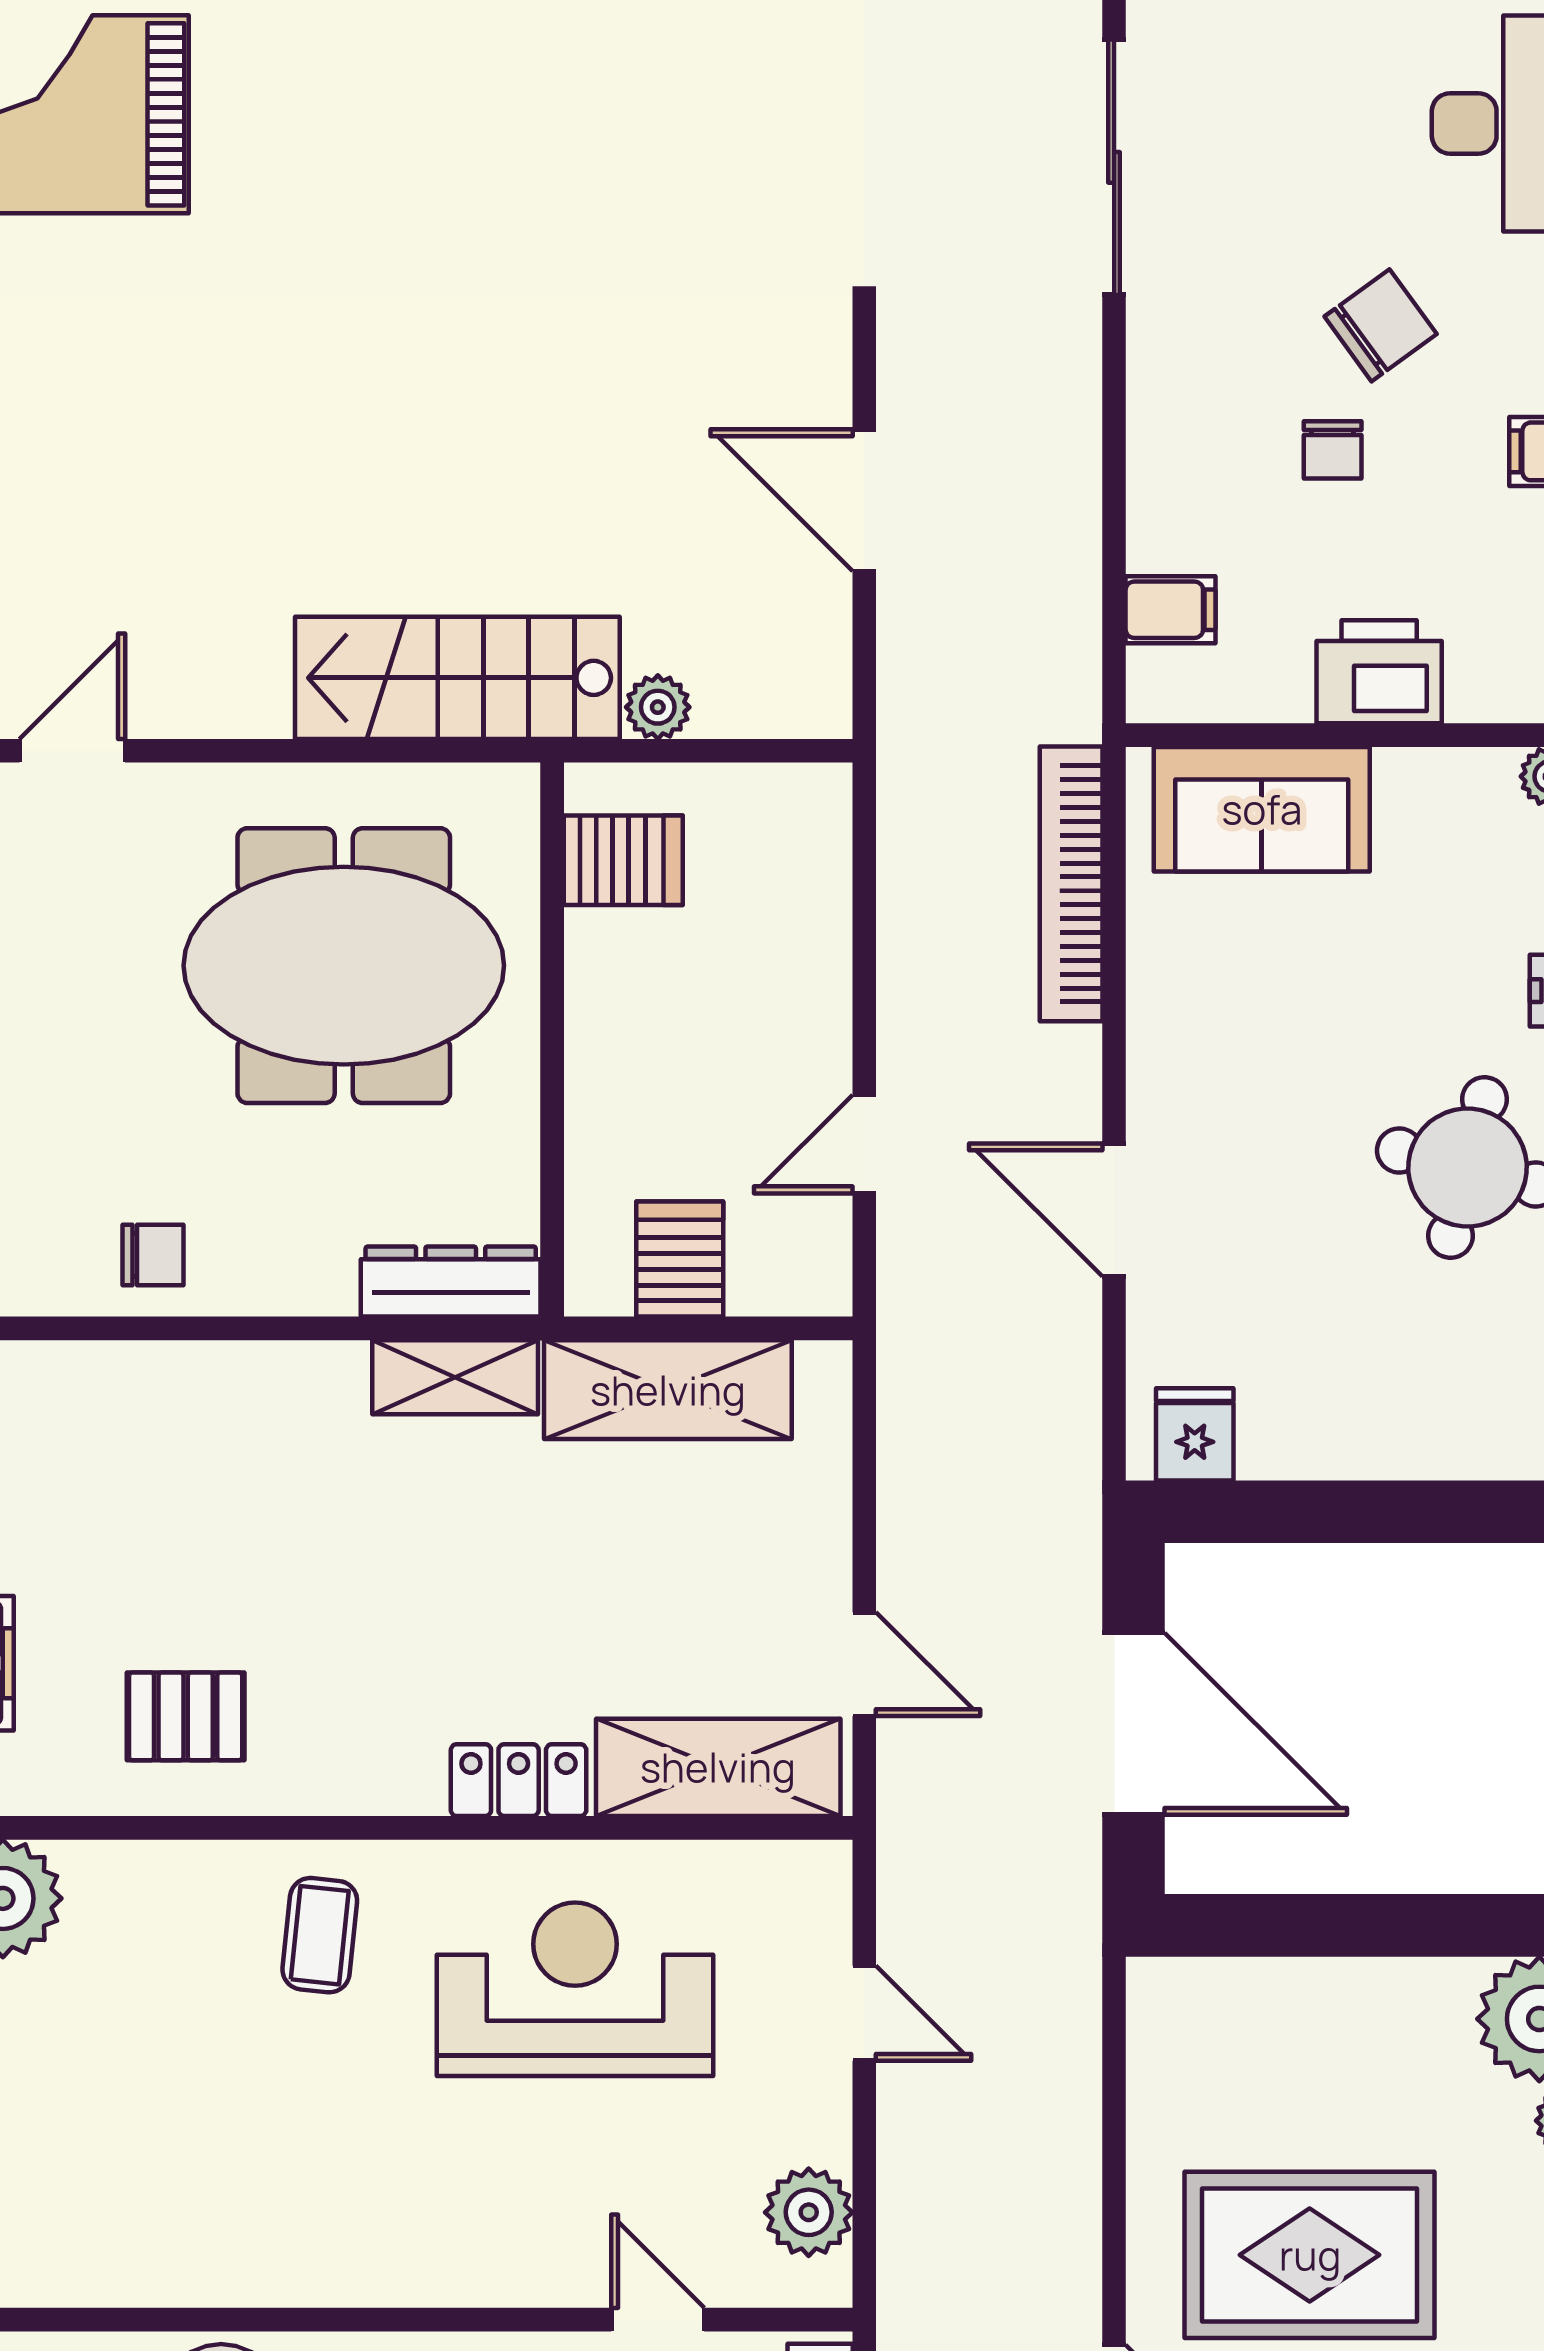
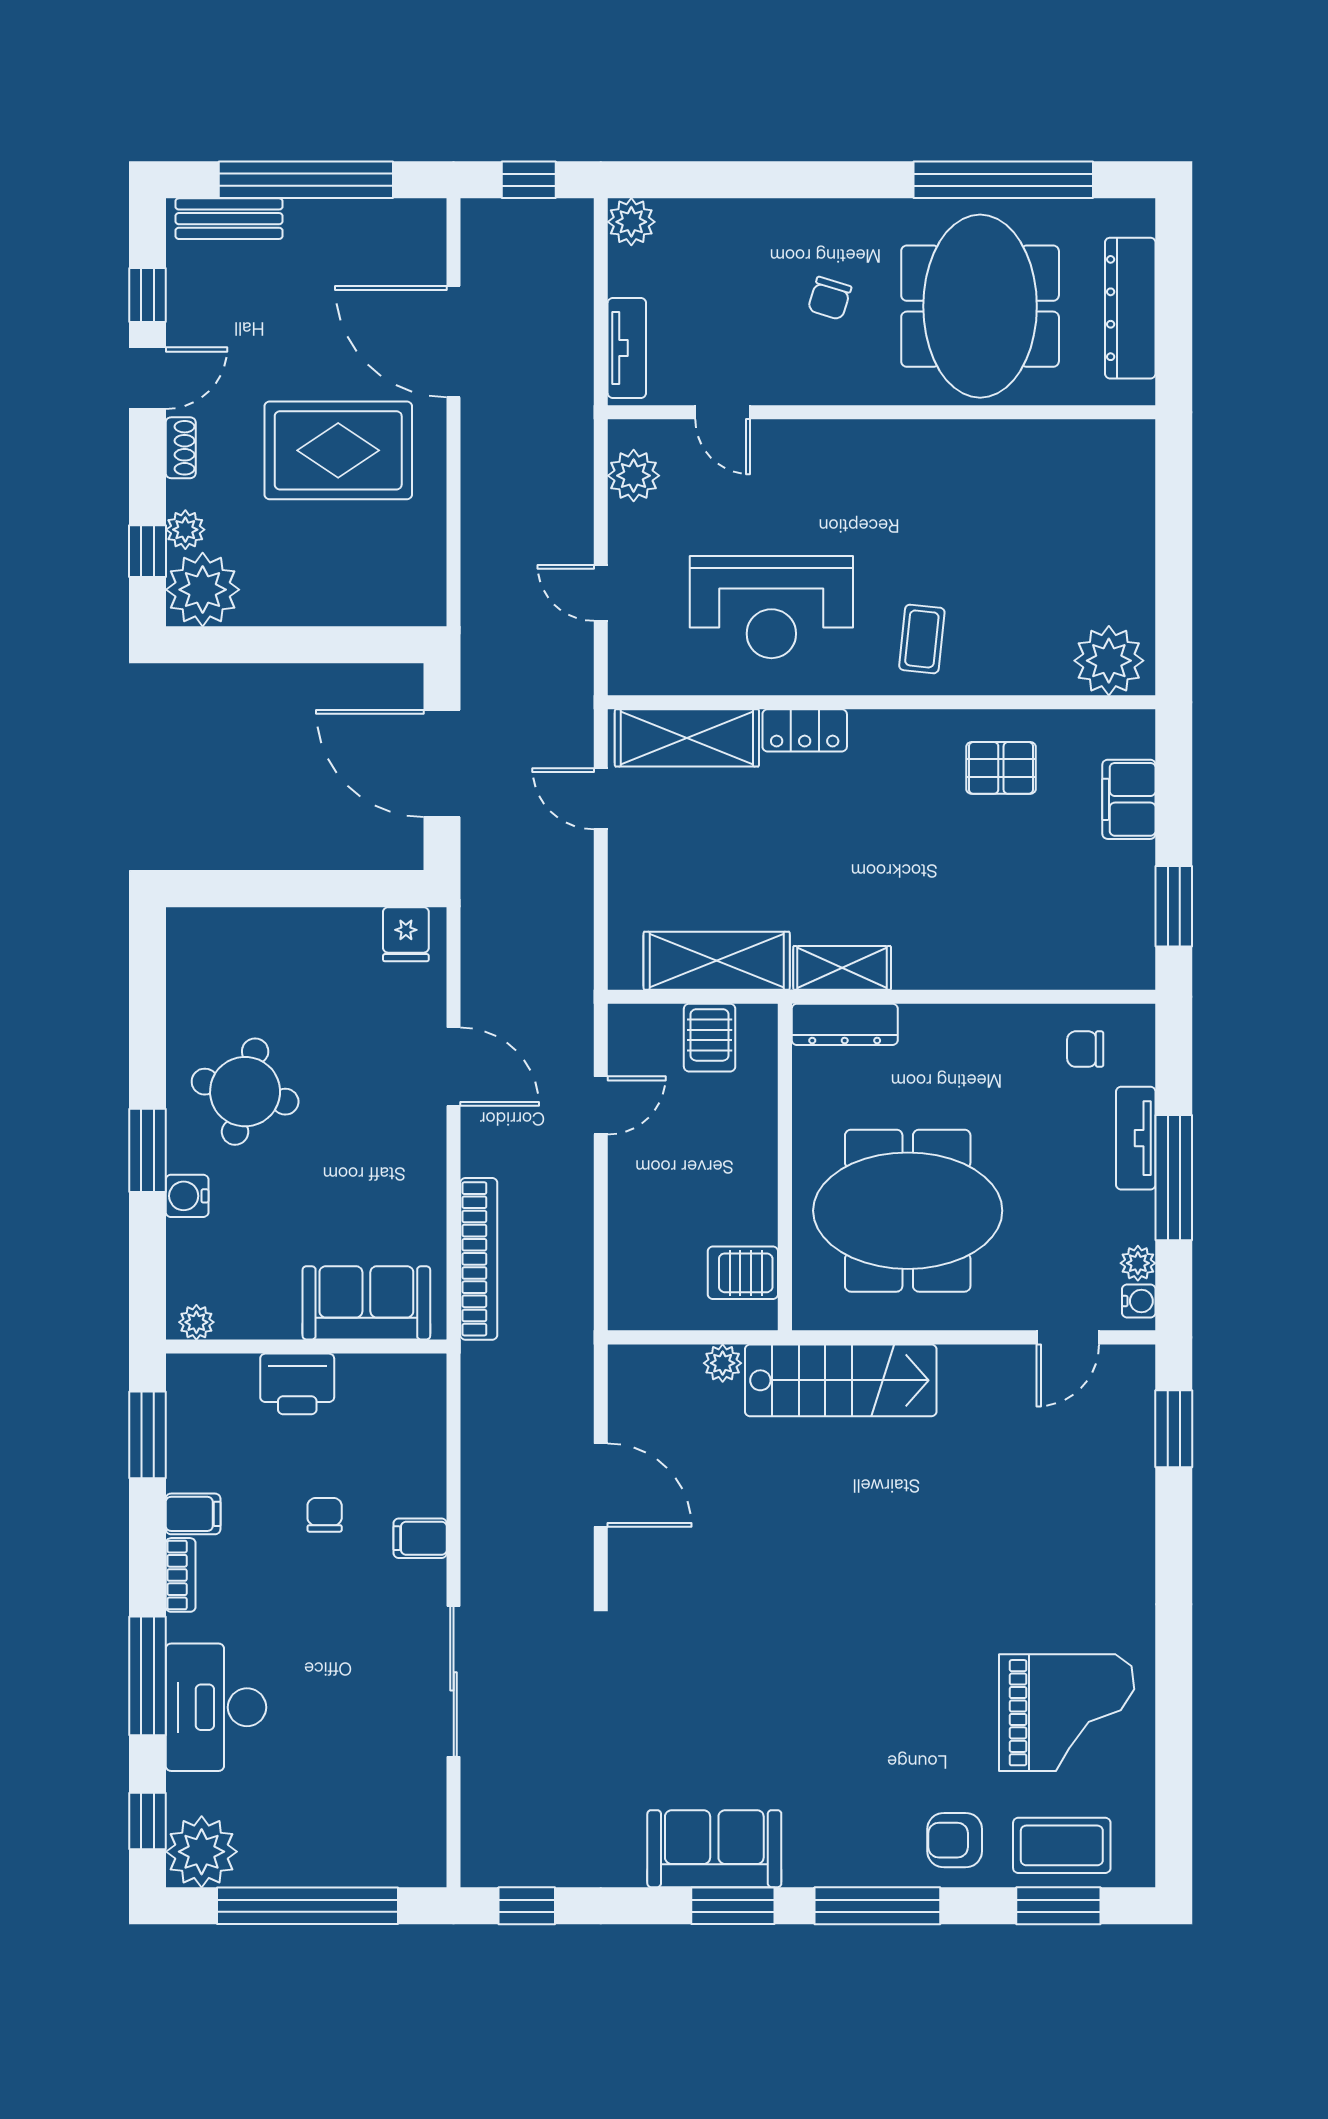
chair: (1381, 325) -> (296, 1588), removed
filing cabinet: (1171, 610) -> (420, 1538), moved
chair: (153, 1255) -> (1085, 1049), moved

